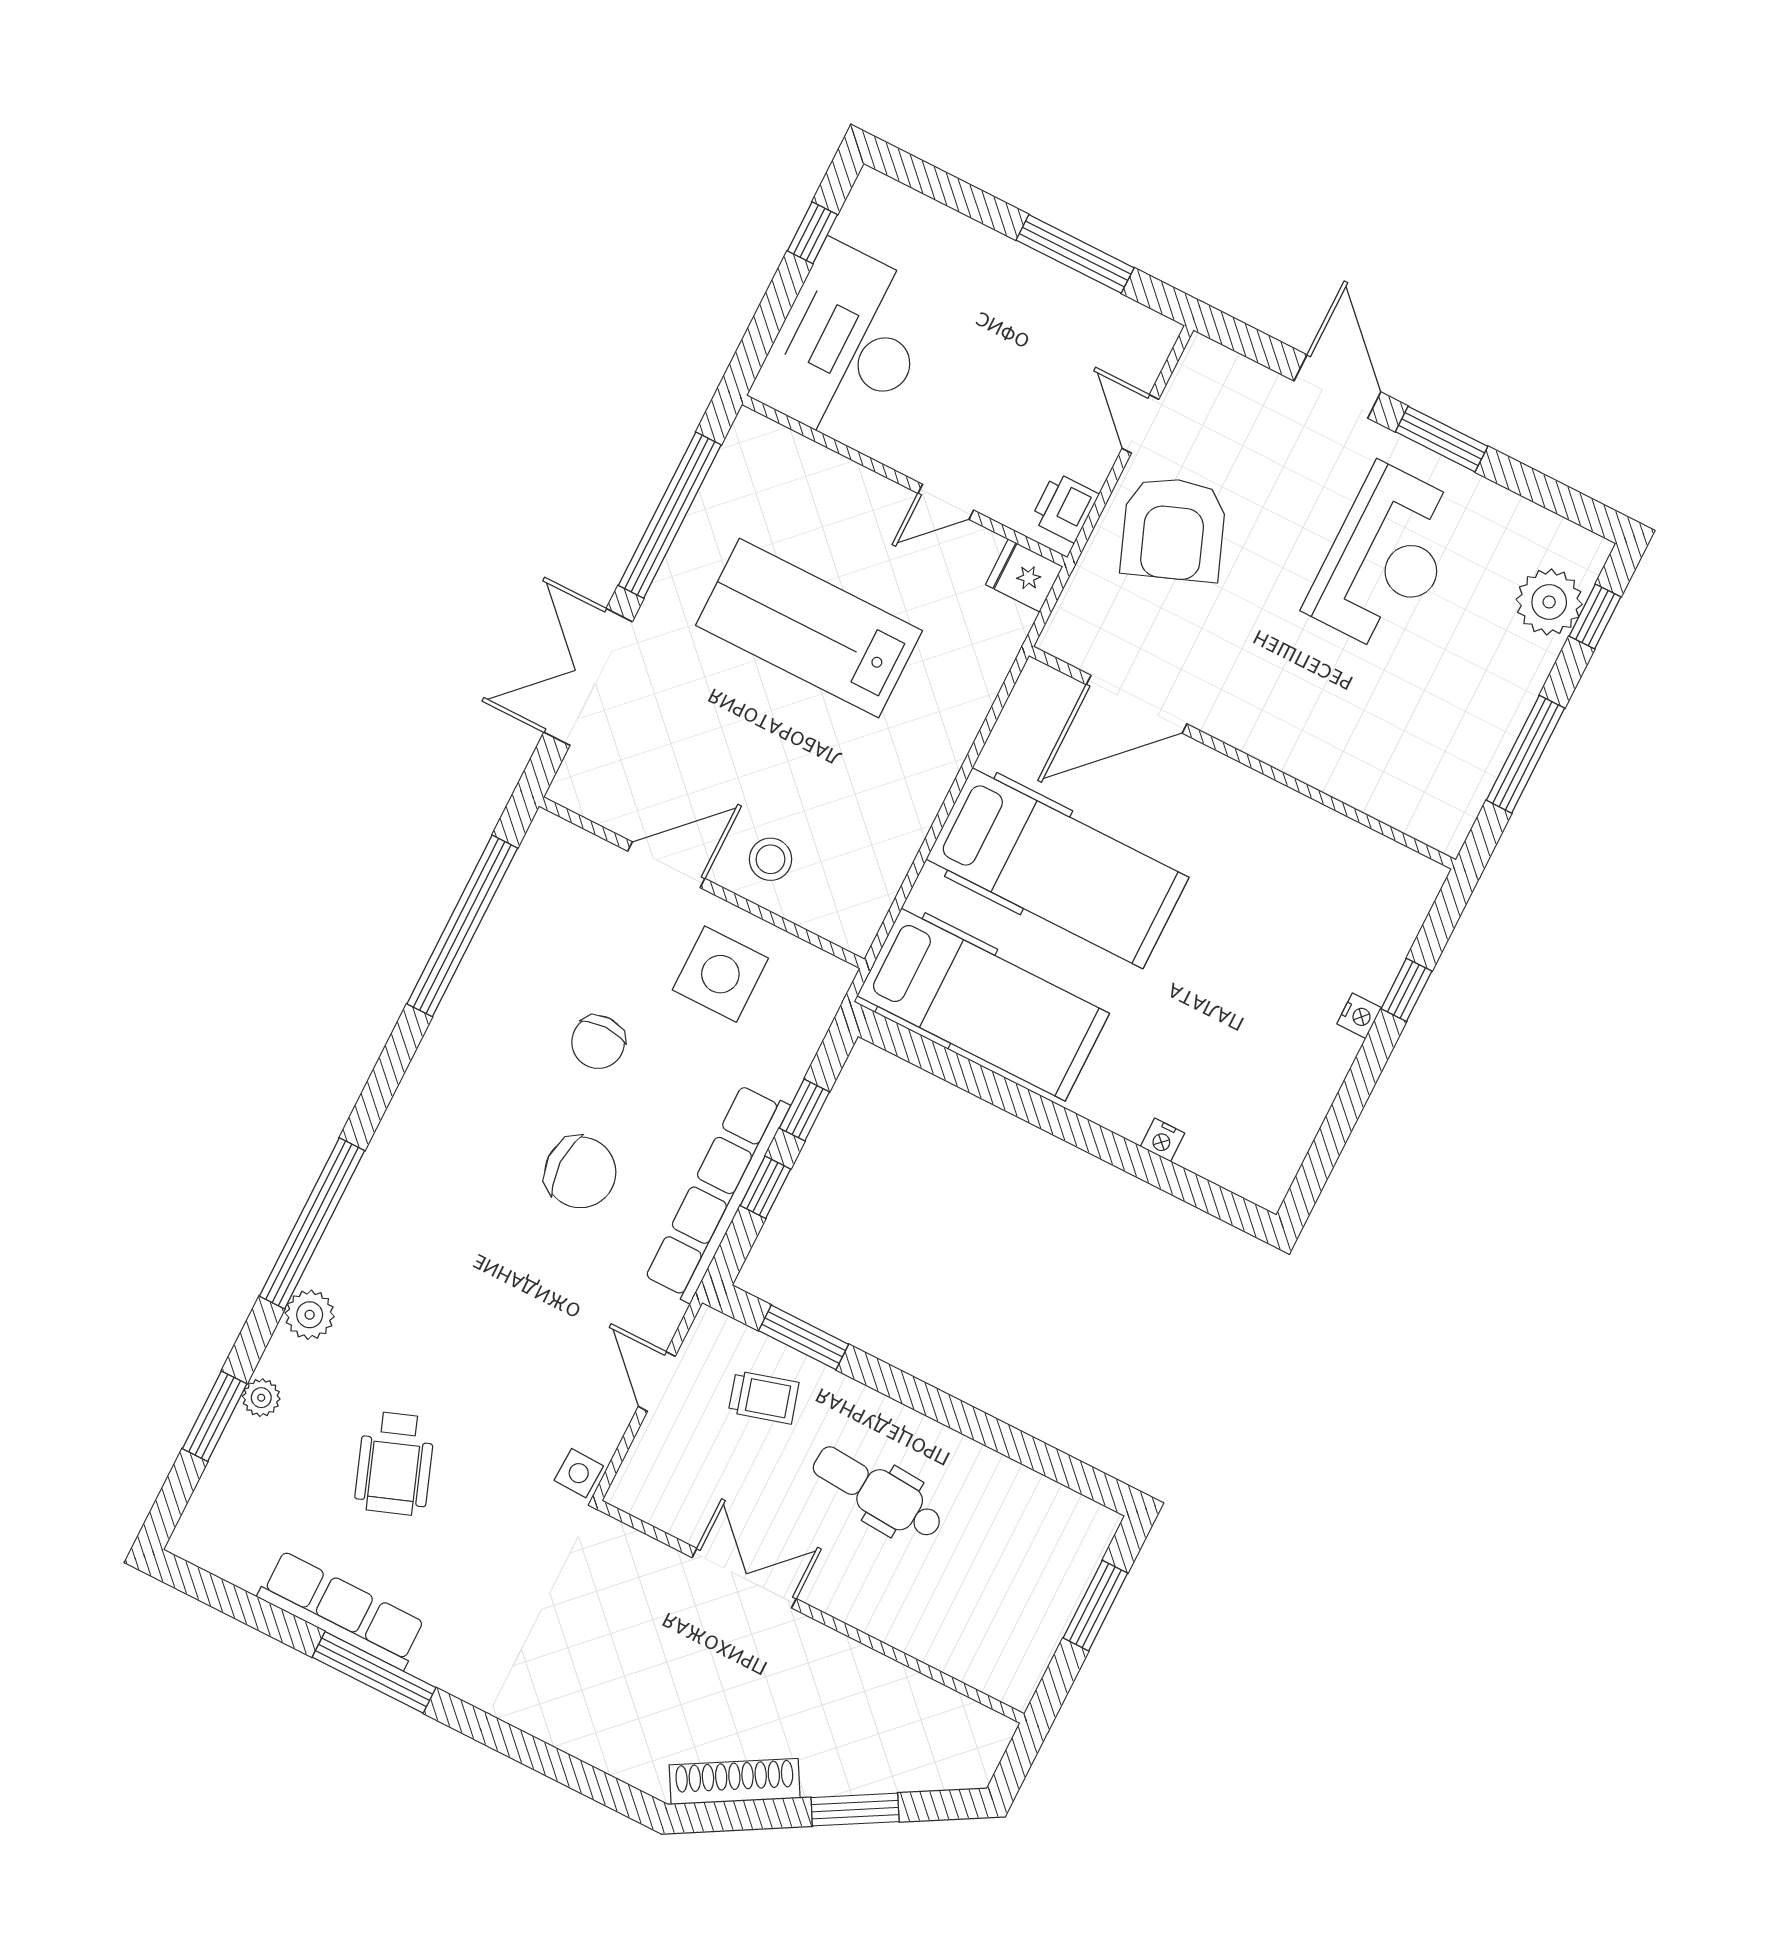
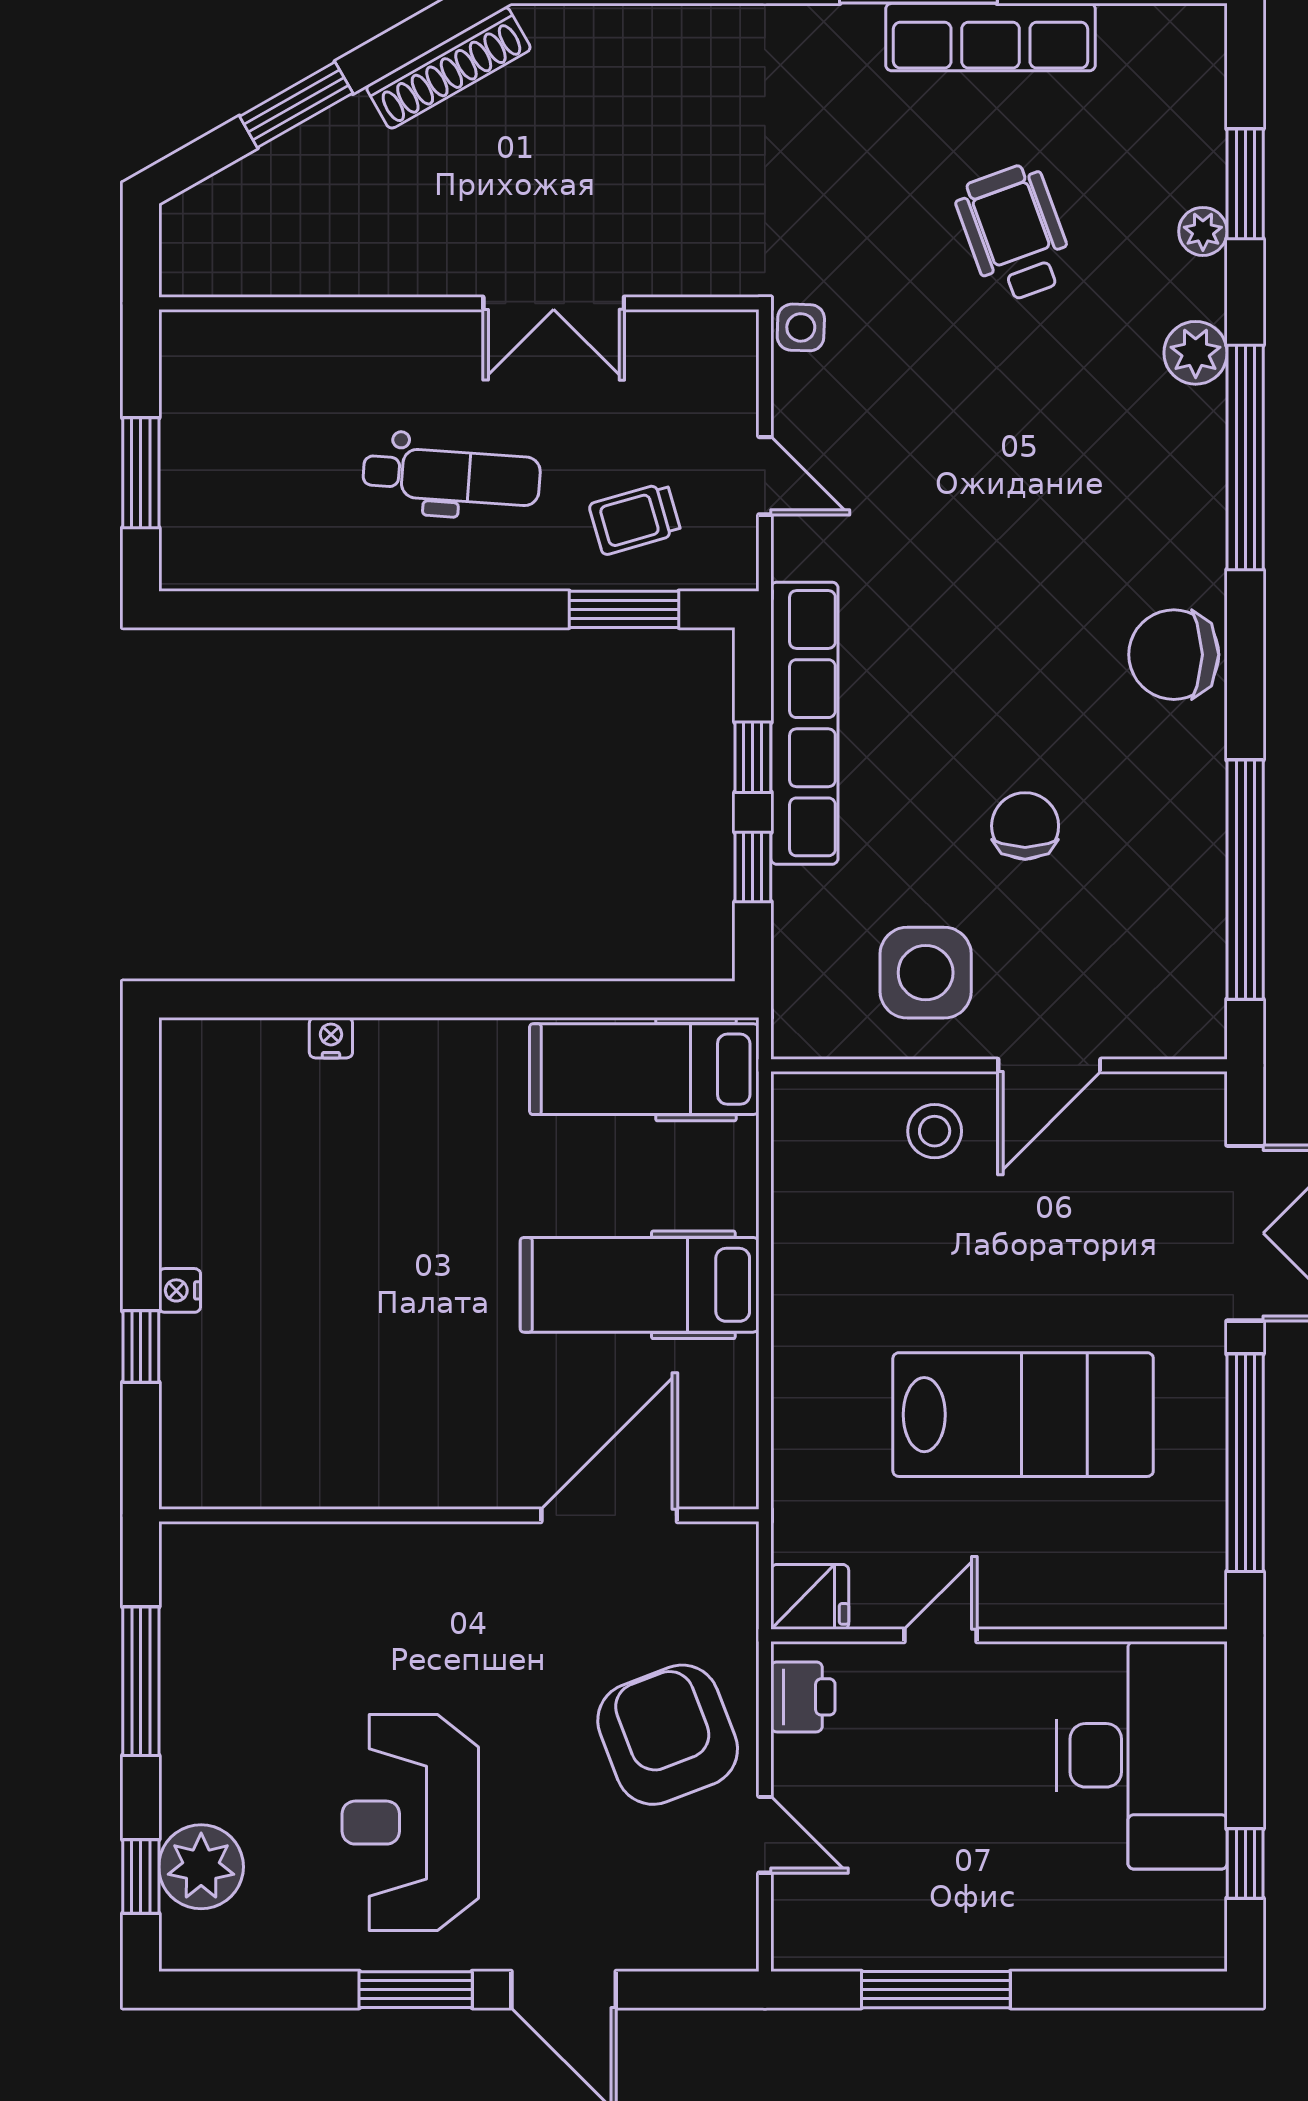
hospital bed: (1057, 868) -> (640, 1285), width x0.73, depth x0.78
hospital bed: (983, 1005) -> (644, 1069), width x0.73, depth x0.78
chair: (580, 1172) -> (1174, 655), moved

